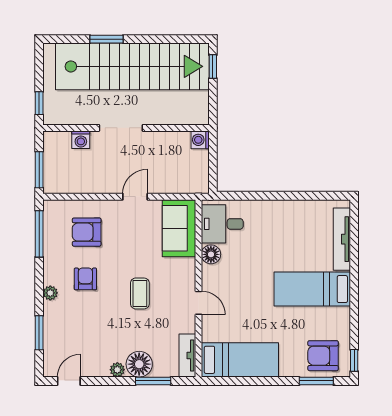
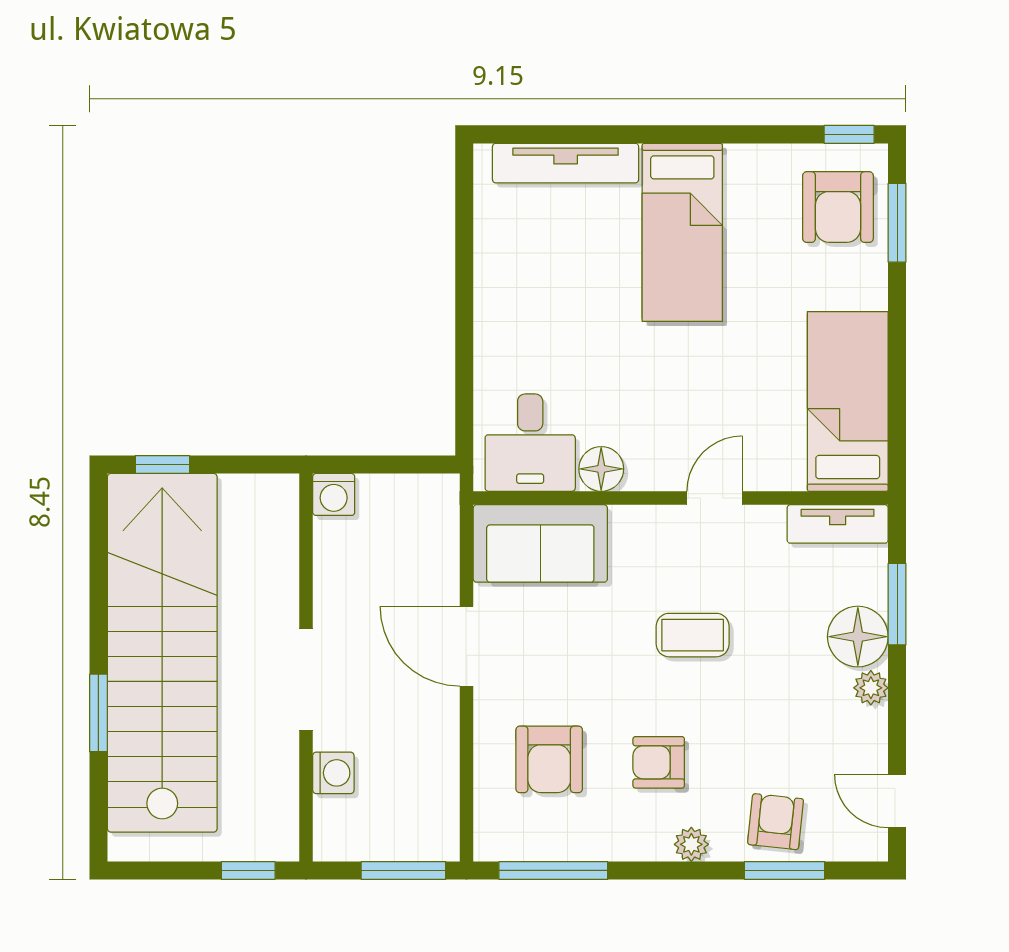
door: (135, 197) -> (467, 646), width x1.38
armchair: (60, 329) -> (776, 822), added

